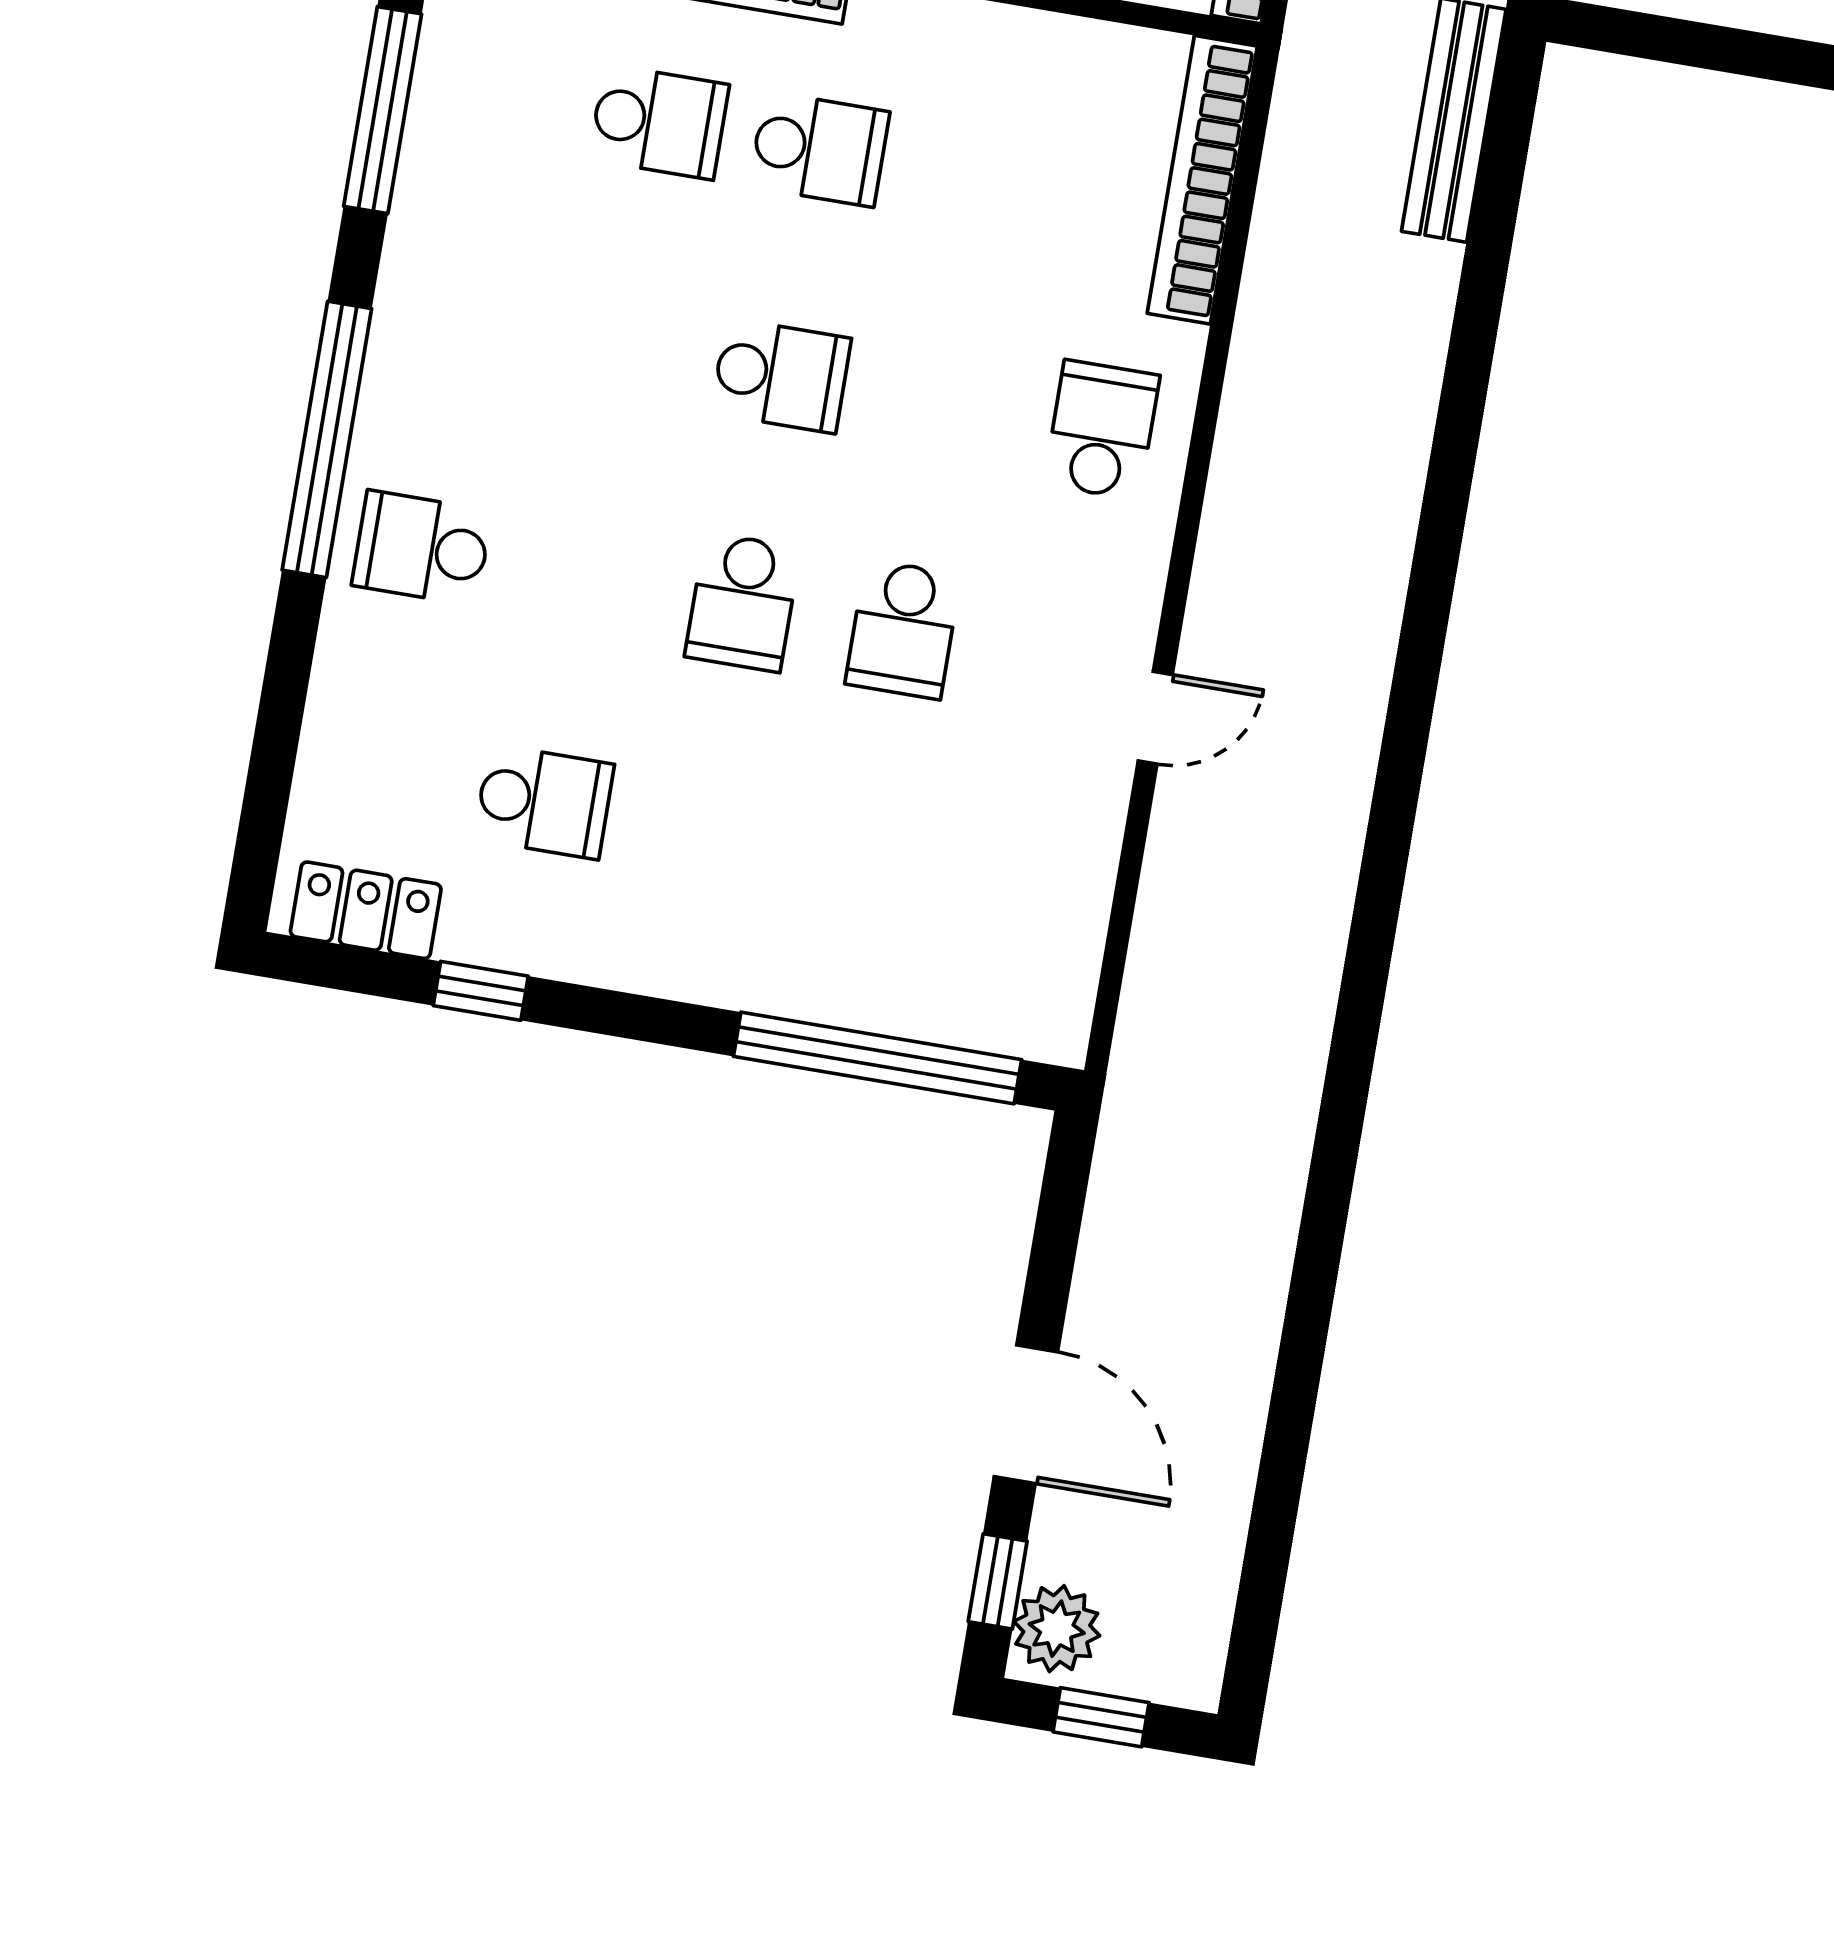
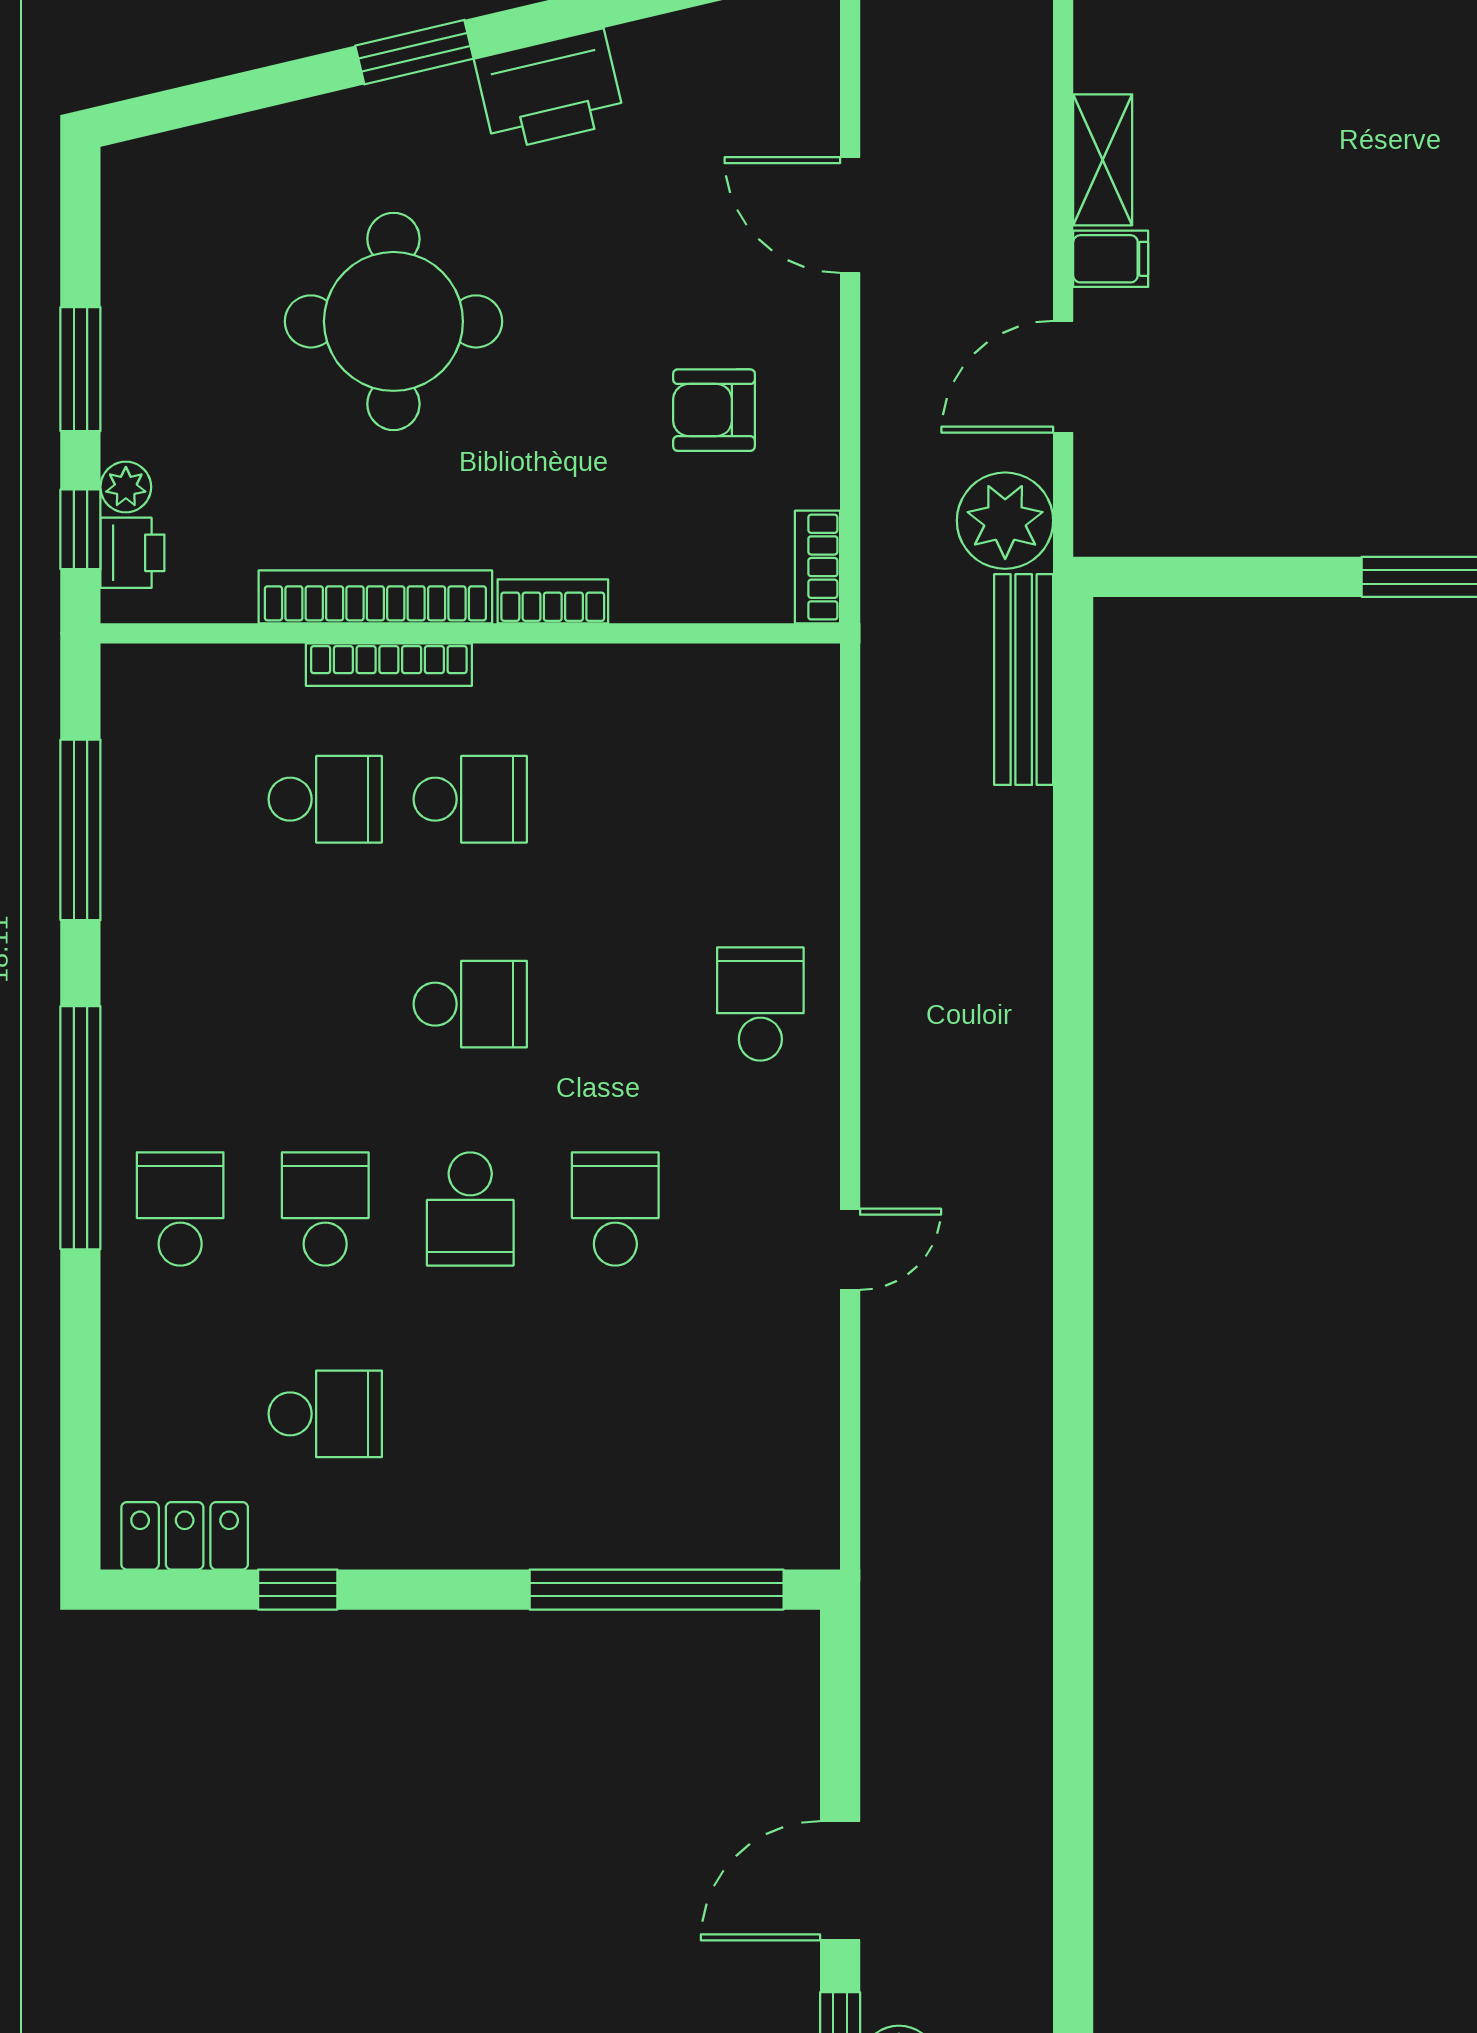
bookcase: (1202, 180) -> (811, 769), removed
school desk: (422, 548) -> (180, 1209), turned 90
school desk: (582, 575) -> (325, 1209), added
school desk: (903, 629) -> (615, 1209), turned 180
door: (1026, 1414) -> (840, 1881), swing flipped

